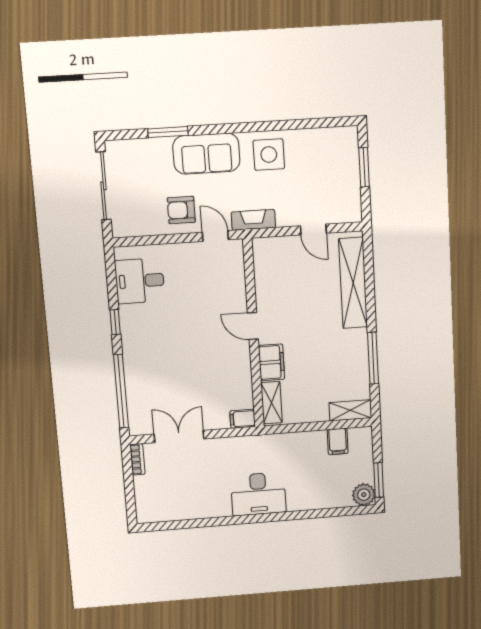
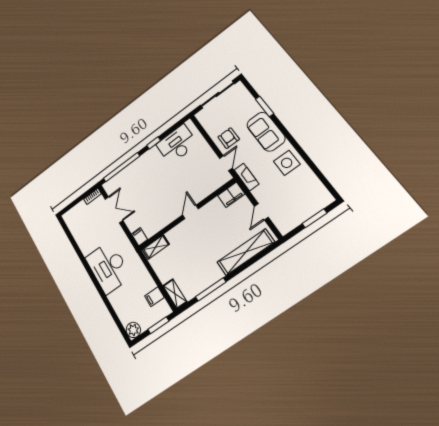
desk: (140, 281) -> (177, 144), width x1.37
filing cabinet: (271, 362) -> (231, 195), moved
window: (379, 480) -> (158, 325), moved
desk: (258, 494) -> (108, 267), width x1.36, depth x1.30

